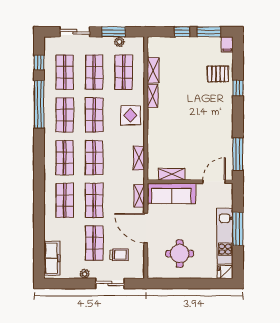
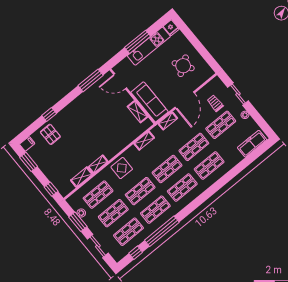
window: (182, 32) -> (51, 189), moved
round table: (180, 254) -> (183, 66), turned -34

